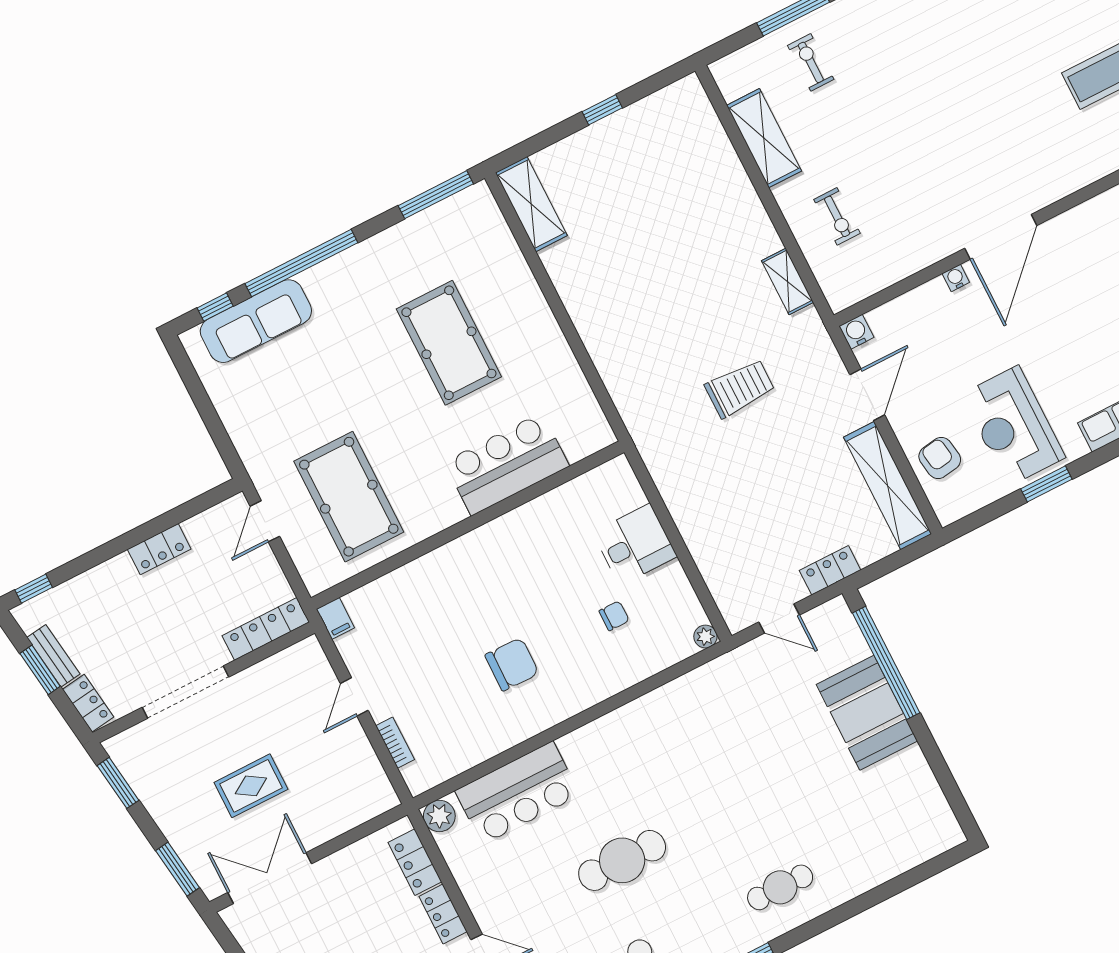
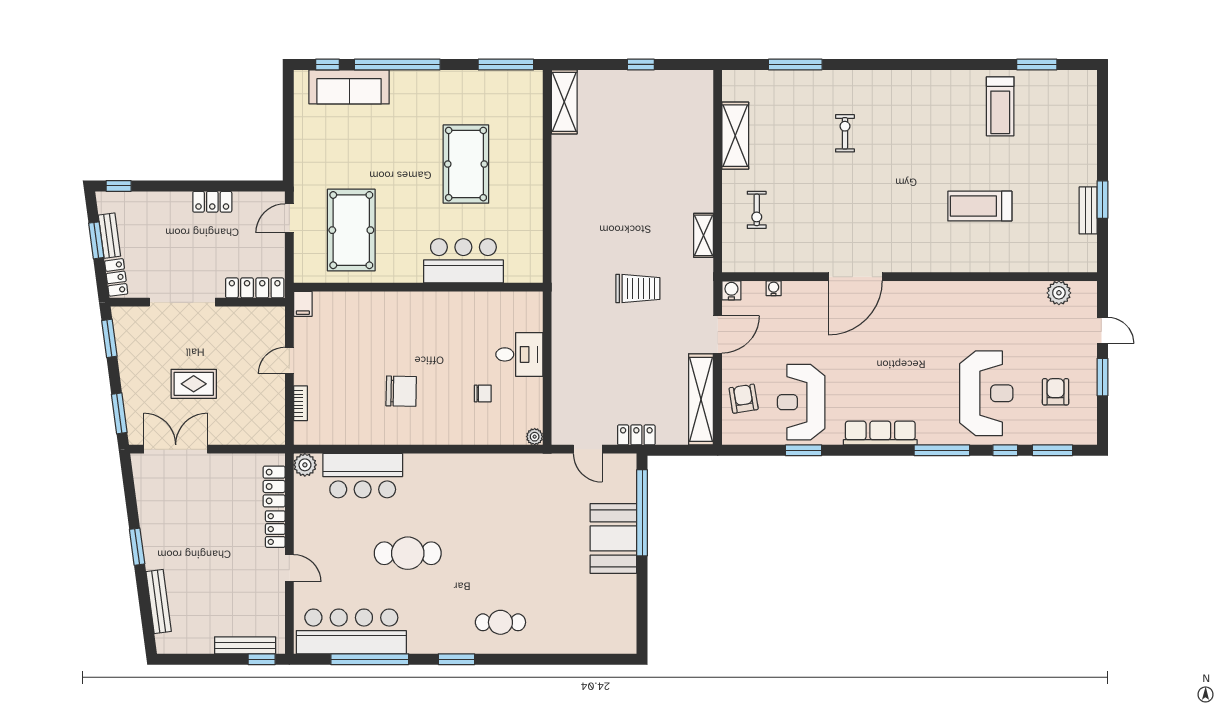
exercise bike: (811, 62) -> (845, 133), moved
water cooler: (956, 278) -> (774, 288), moved

